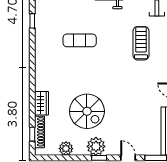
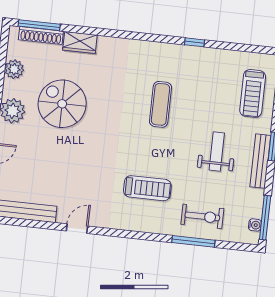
spiral stairs: (87, 111) -> (62, 104), turned 90
window: (32, 134) -> (39, 25), width x2.17

